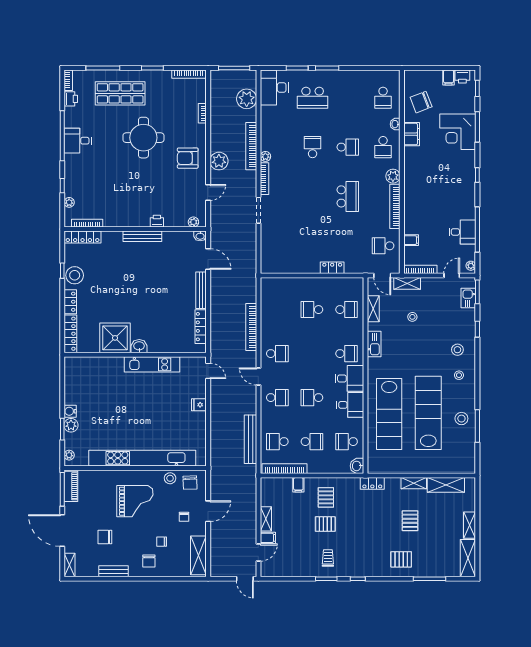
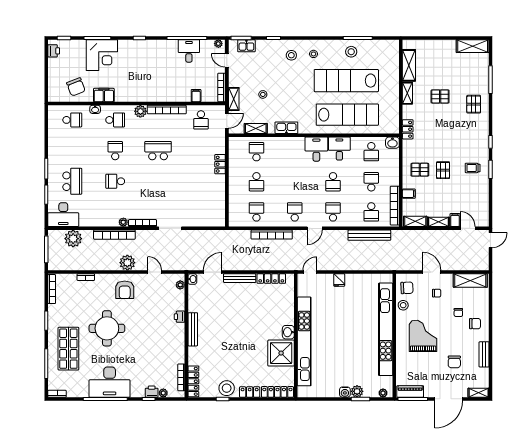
filing cabinet: (449, 77) -> (55, 63), removed
printer: (71, 99) -> (152, 392), moved
desk: (78, 141) -> (110, 382), width x1.87, depth x1.30
school desk: (347, 354) -> (256, 212), moved
kitchen unit: (152, 364) -> (304, 341), width x1.86
shelving: (470, 525) -> (415, 221), moved

